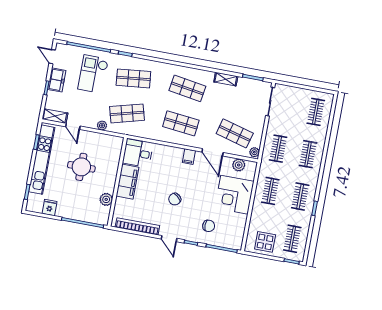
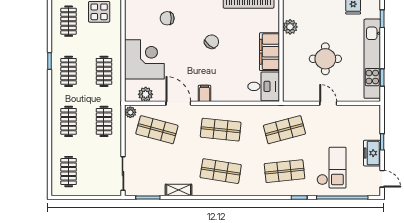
shelving: (55, 116) -> (366, 111), removed
plant: (102, 125) -> (310, 111), removed
door: (73, 126) -> (328, 103), moved

